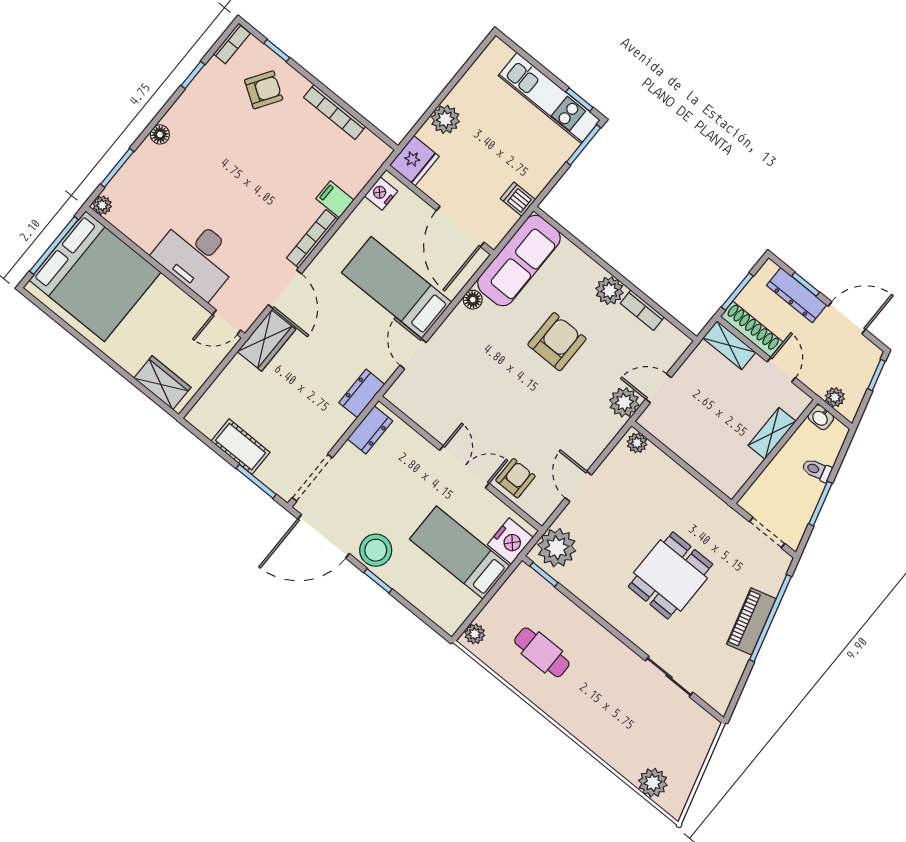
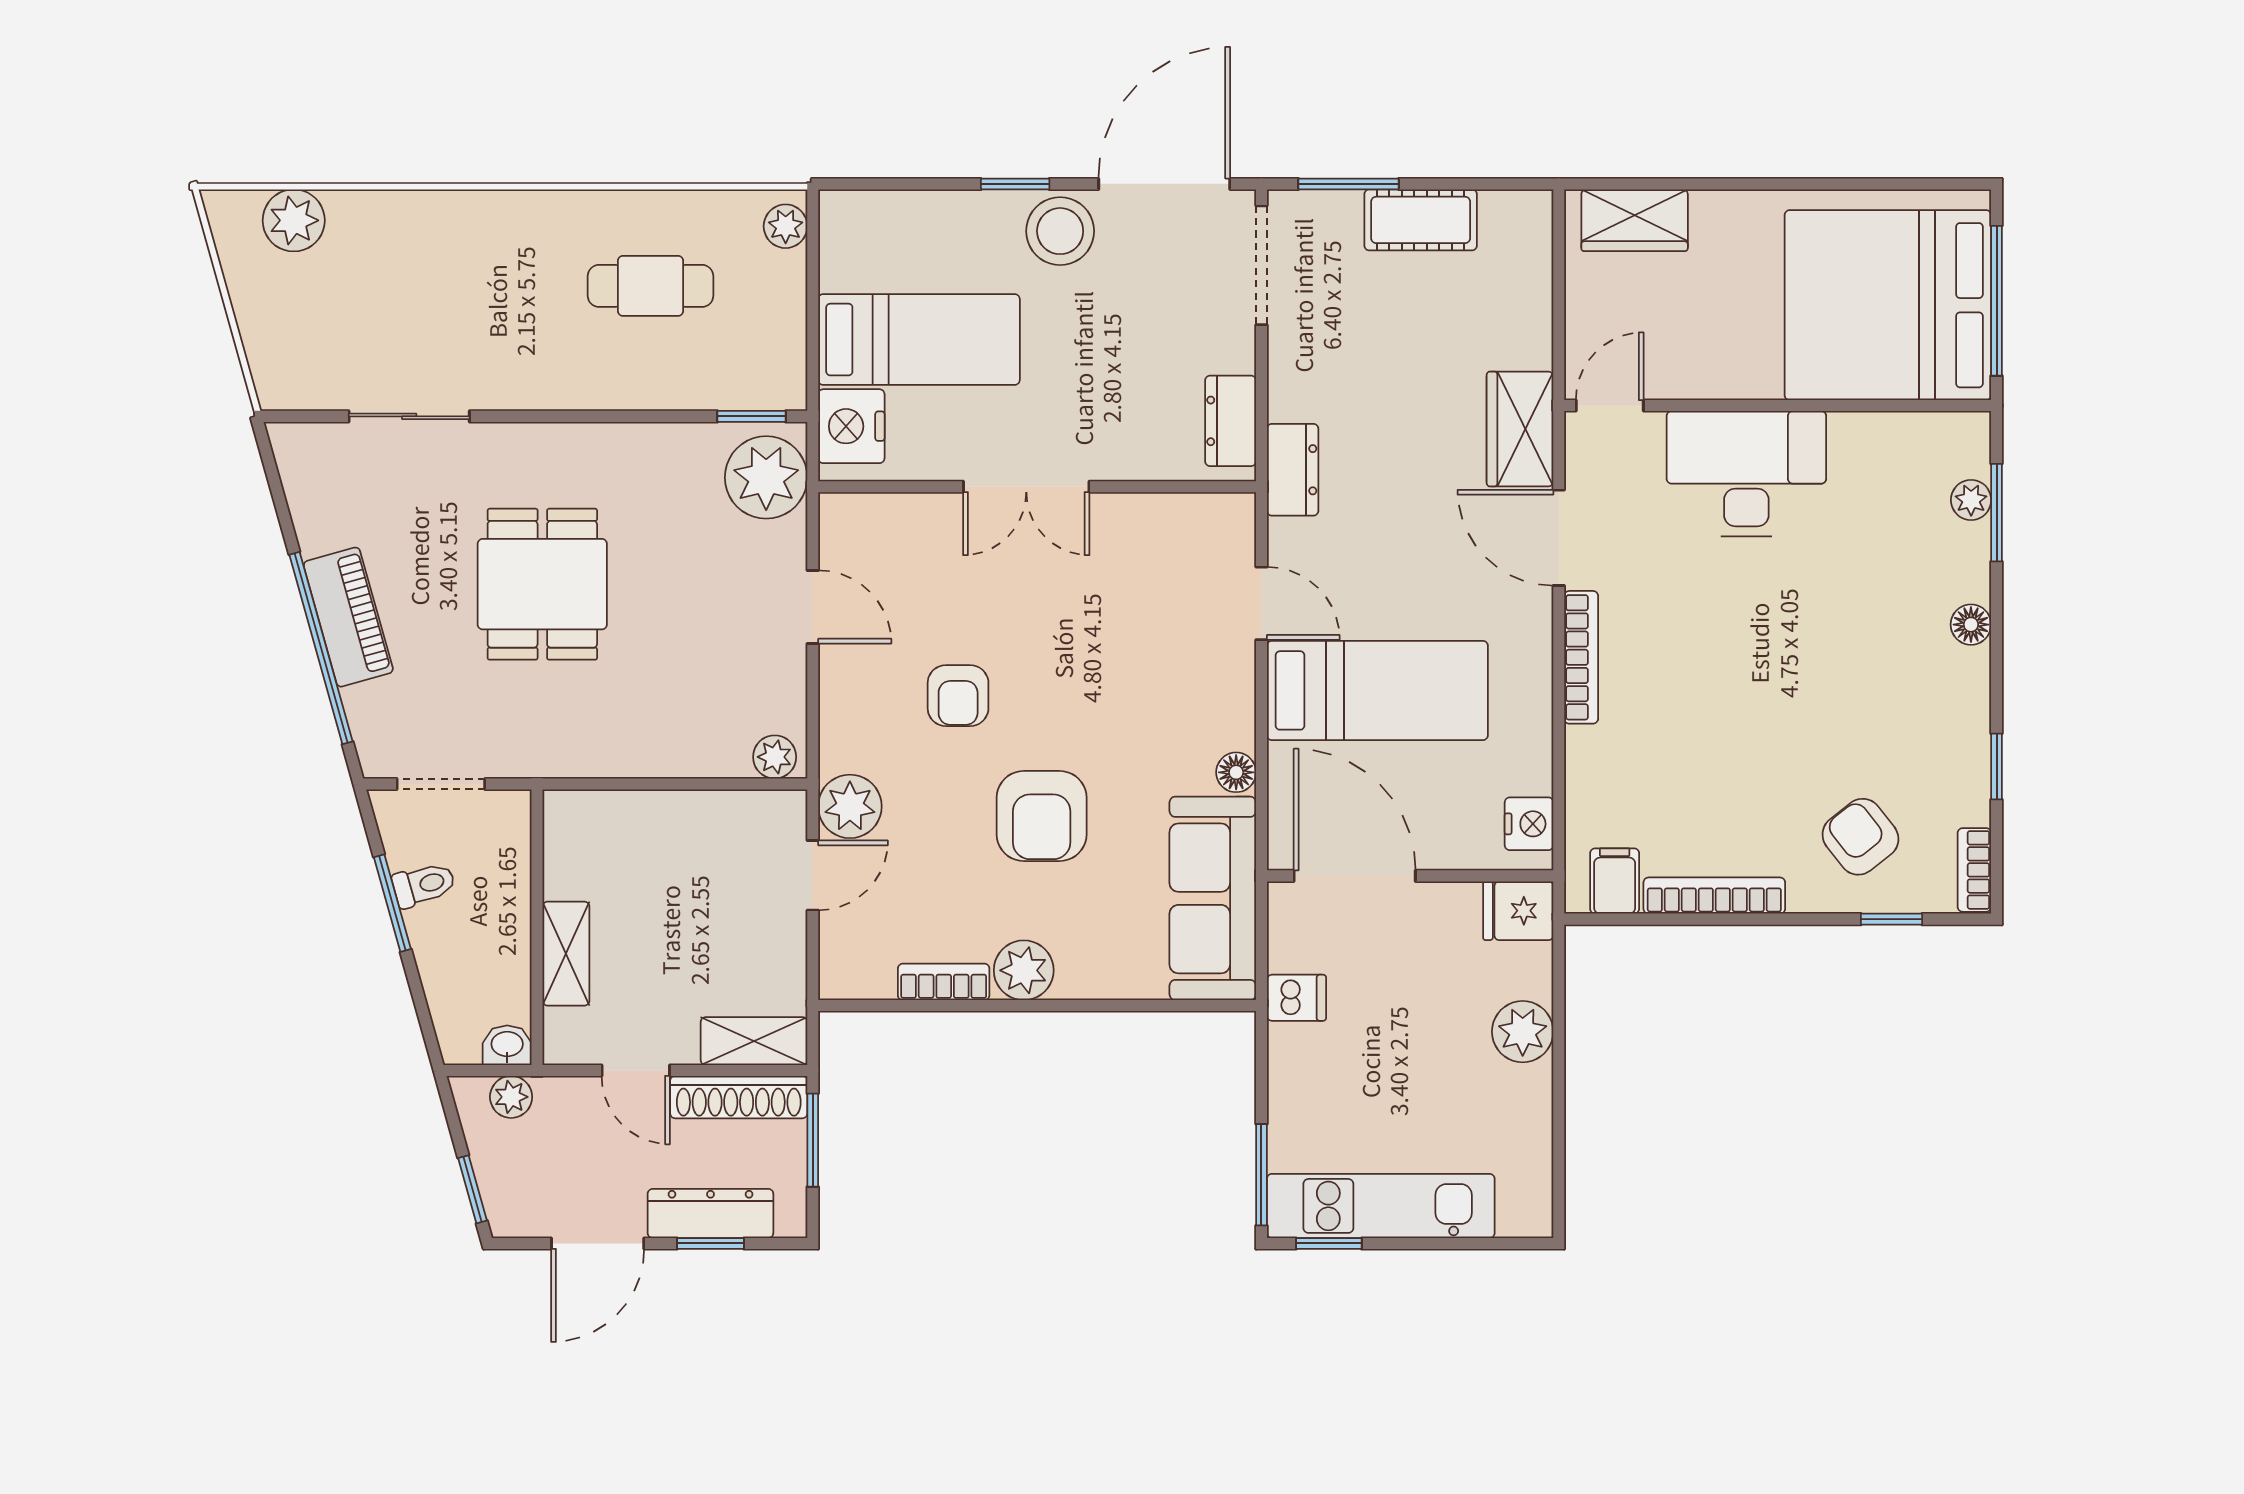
armchair: (264, 90) -> (1860, 837), turned 109
fridge: (414, 161) -> (1518, 911), width x0.72
filing cabinet: (335, 199) -> (1615, 881), moved, turned -90
plant: (102, 205) -> (1971, 500), moved
toilet: (817, 470) -> (424, 885), moved
armchair: (515, 478) -> (958, 696), moved

